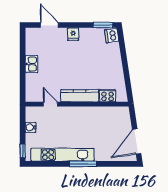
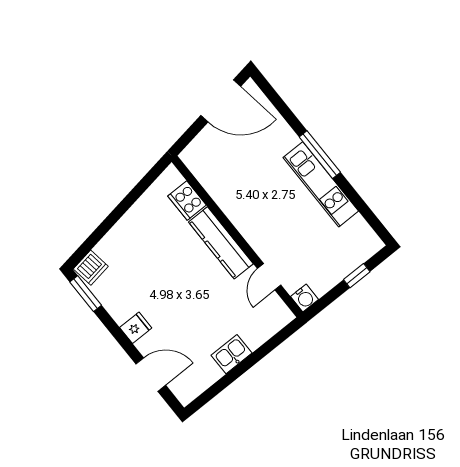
door: (49, 25) -> (151, 375), swing flipped
water cooler: (31, 127) -> (305, 298), moved
window: (23, 151) -> (357, 276), moved
kitchen unit: (63, 155) -> (321, 184), width x0.73

